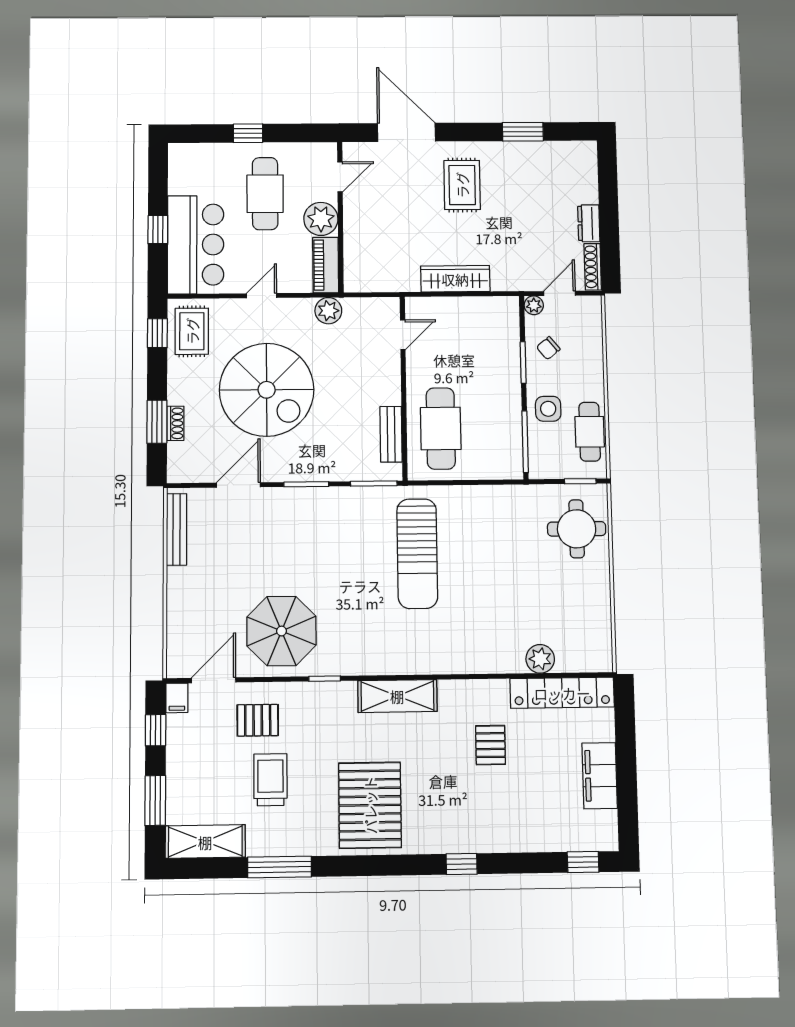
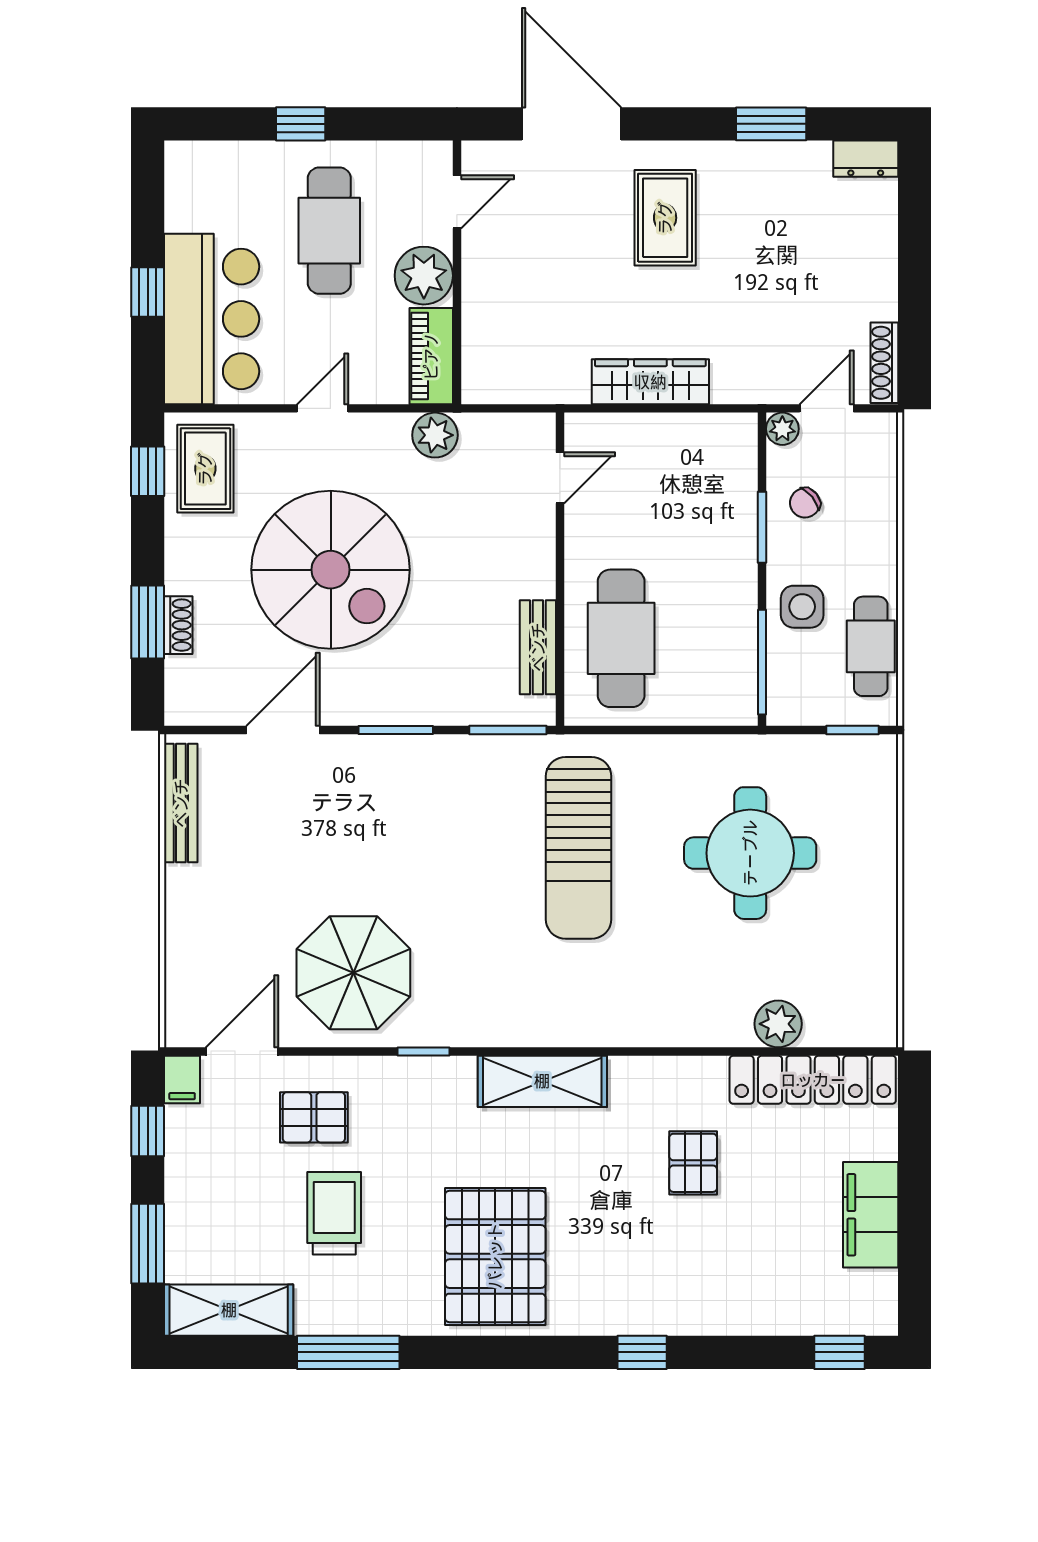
dresser: (589, 223) -> (866, 159), moved, turned -90
round table: (577, 529) -> (750, 853), moved, width x1.36, depth x1.36

